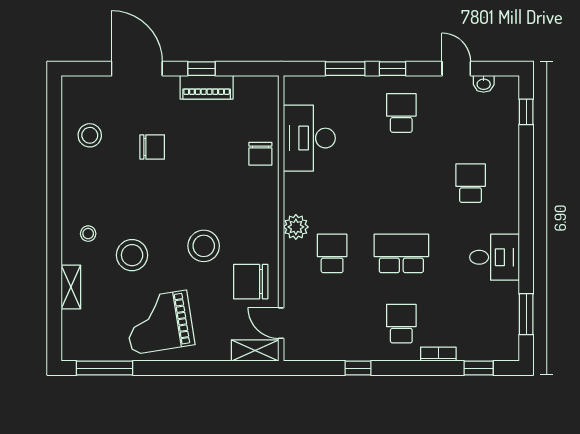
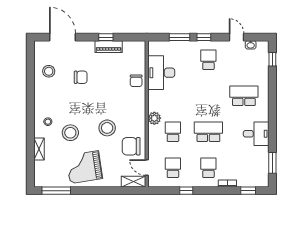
door: (137, 69) -> (62, 37), moved
school desk: (471, 183) -> (244, 96), width x1.85
school desk: (332, 324) -> (173, 168), added

